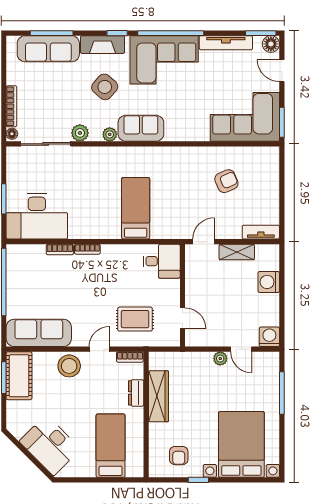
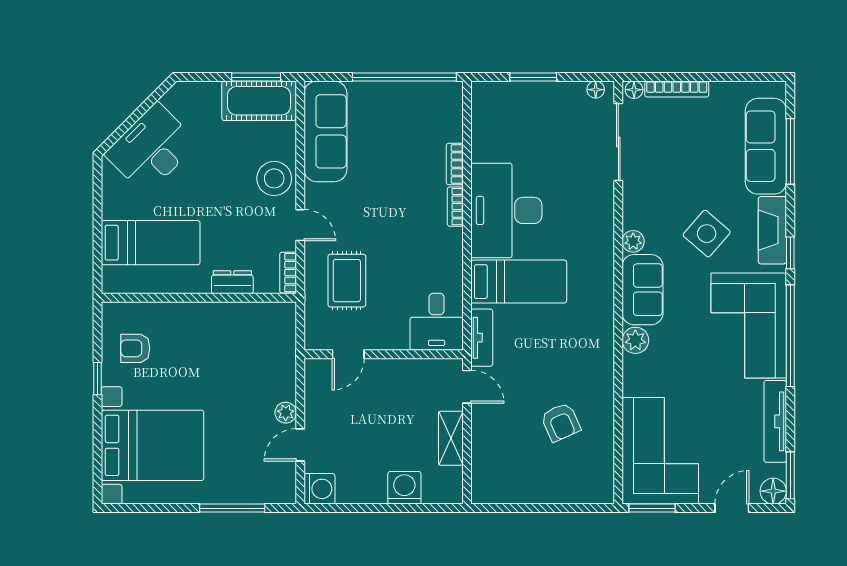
plant: (80, 133) -> (635, 340), moved
floor lamp: (12, 159) -> (596, 90), added
desk: (37, 216) -> (506, 210), moved
tv unit: (261, 232) -> (482, 338), moved
wardrobe: (158, 396) -> (227, 317), removed

